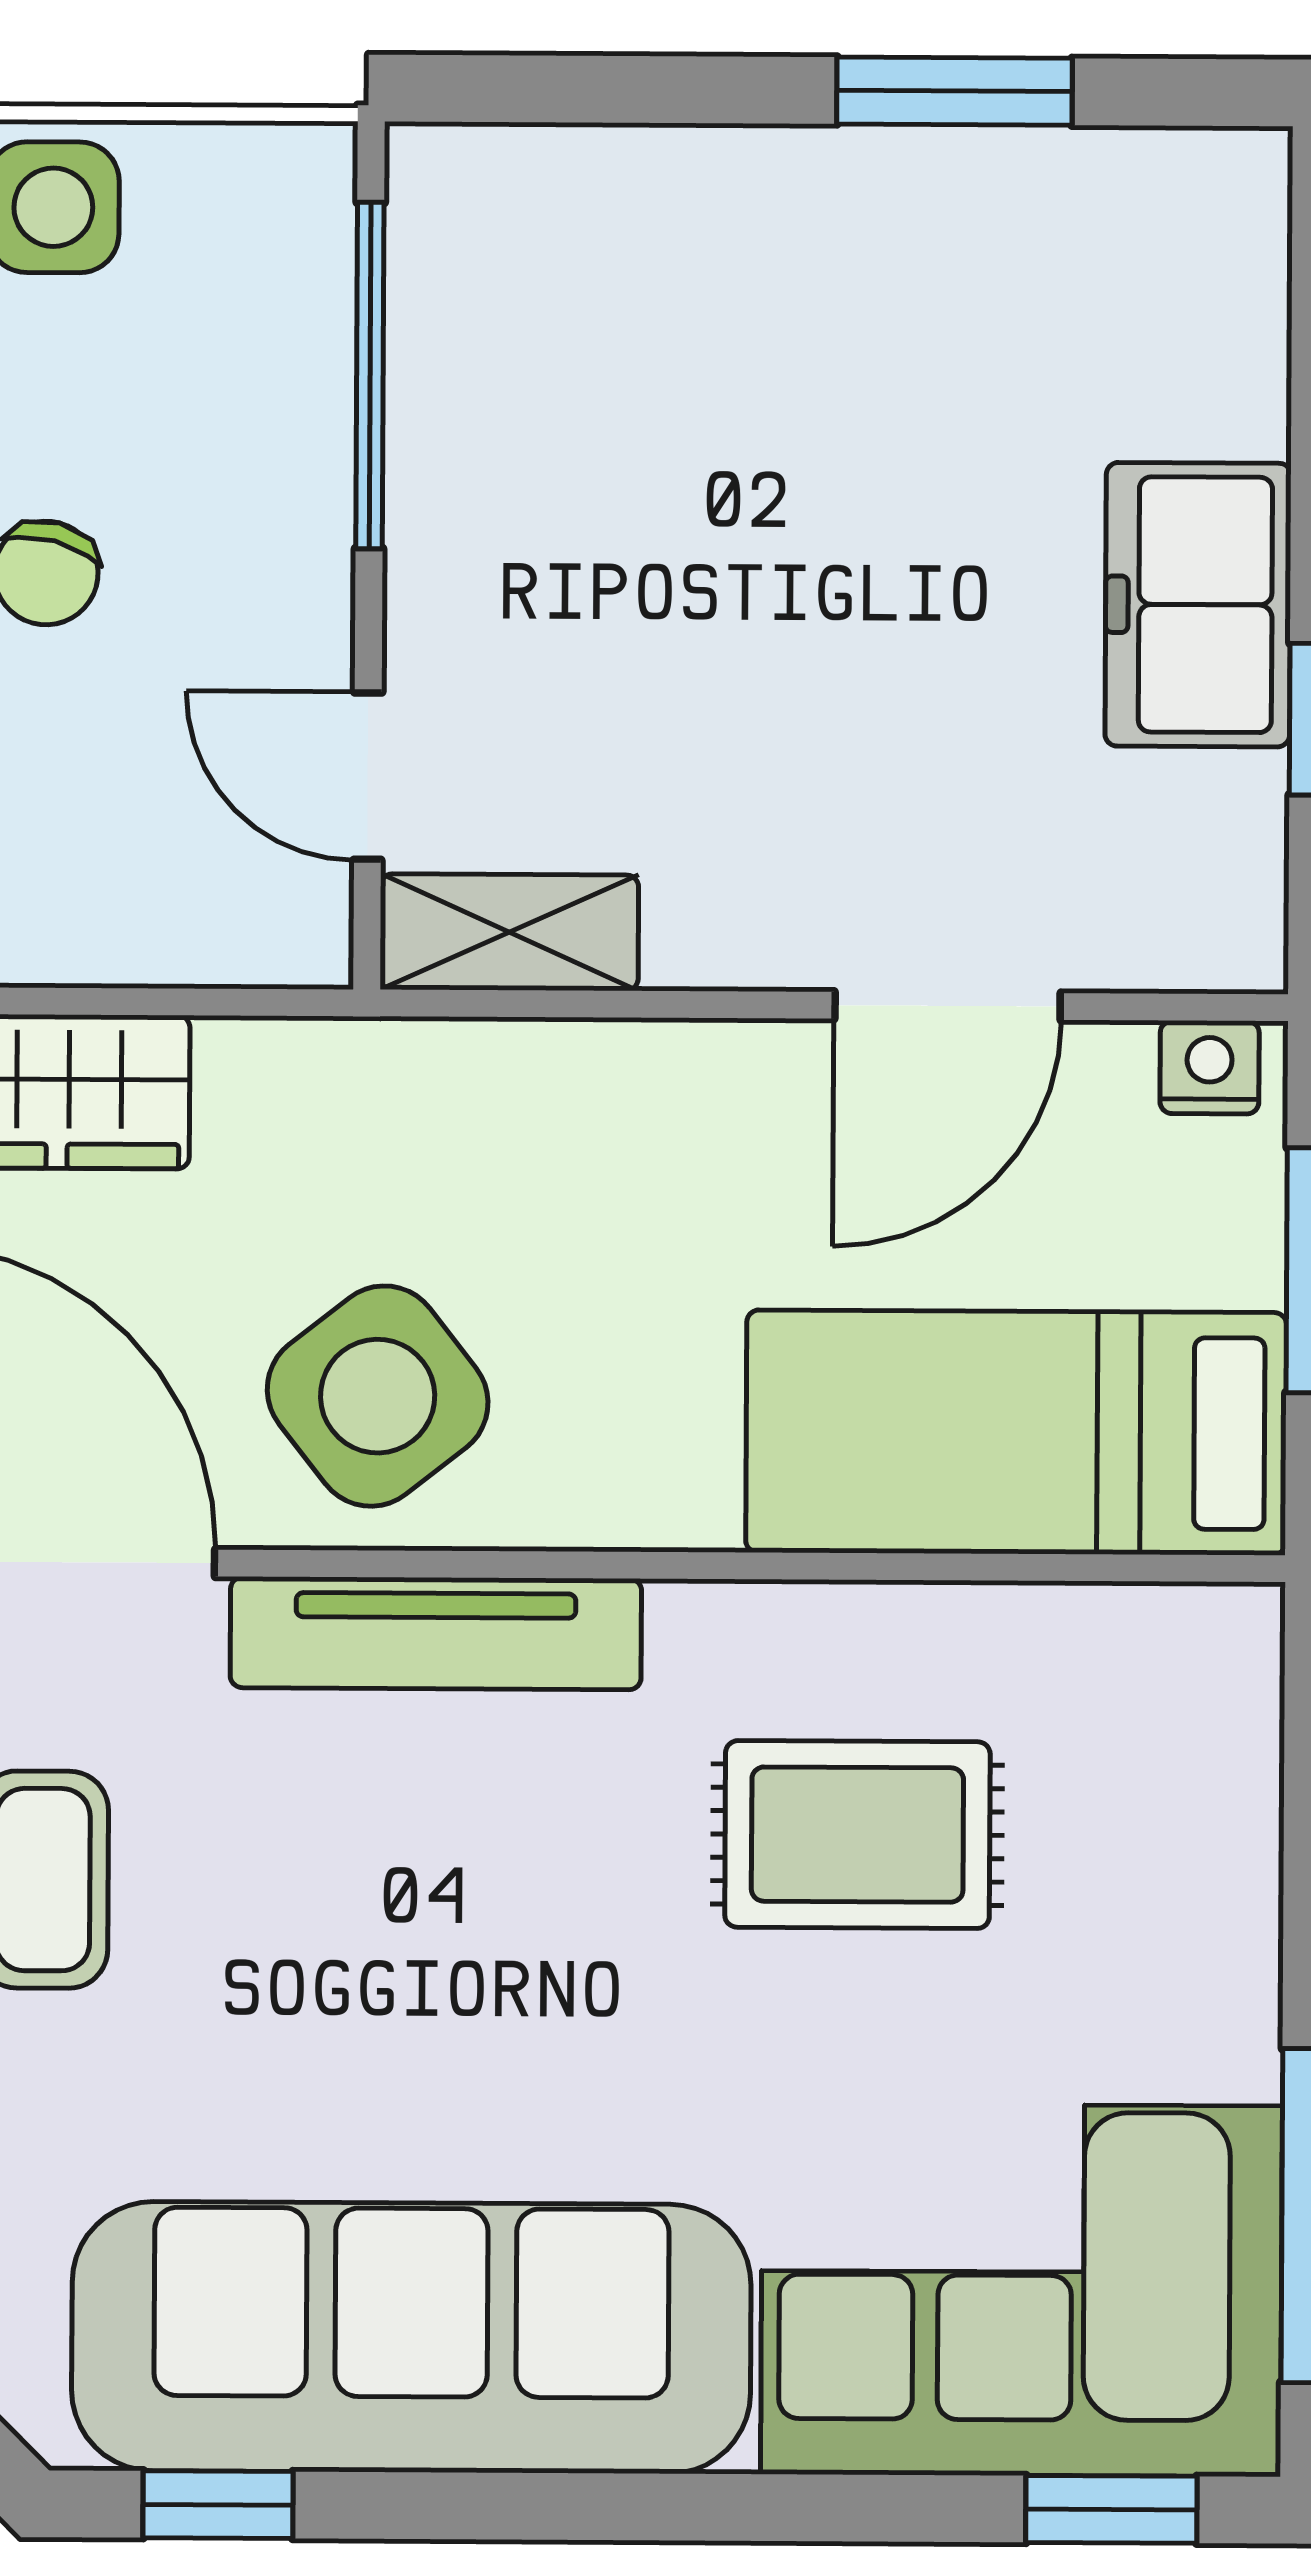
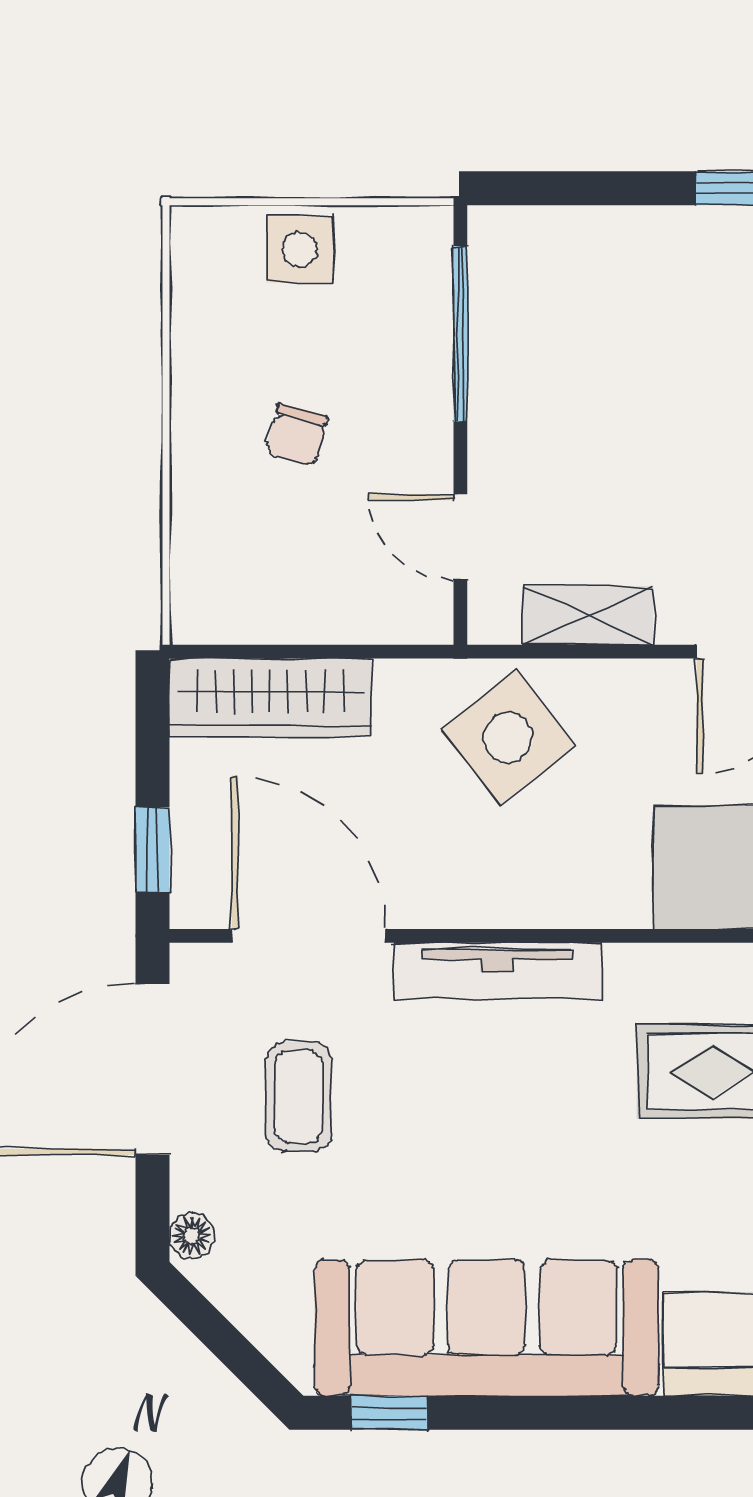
shelving: (509, 932) -> (588, 616), moved
side table: (378, 1396) -> (508, 738), moved

